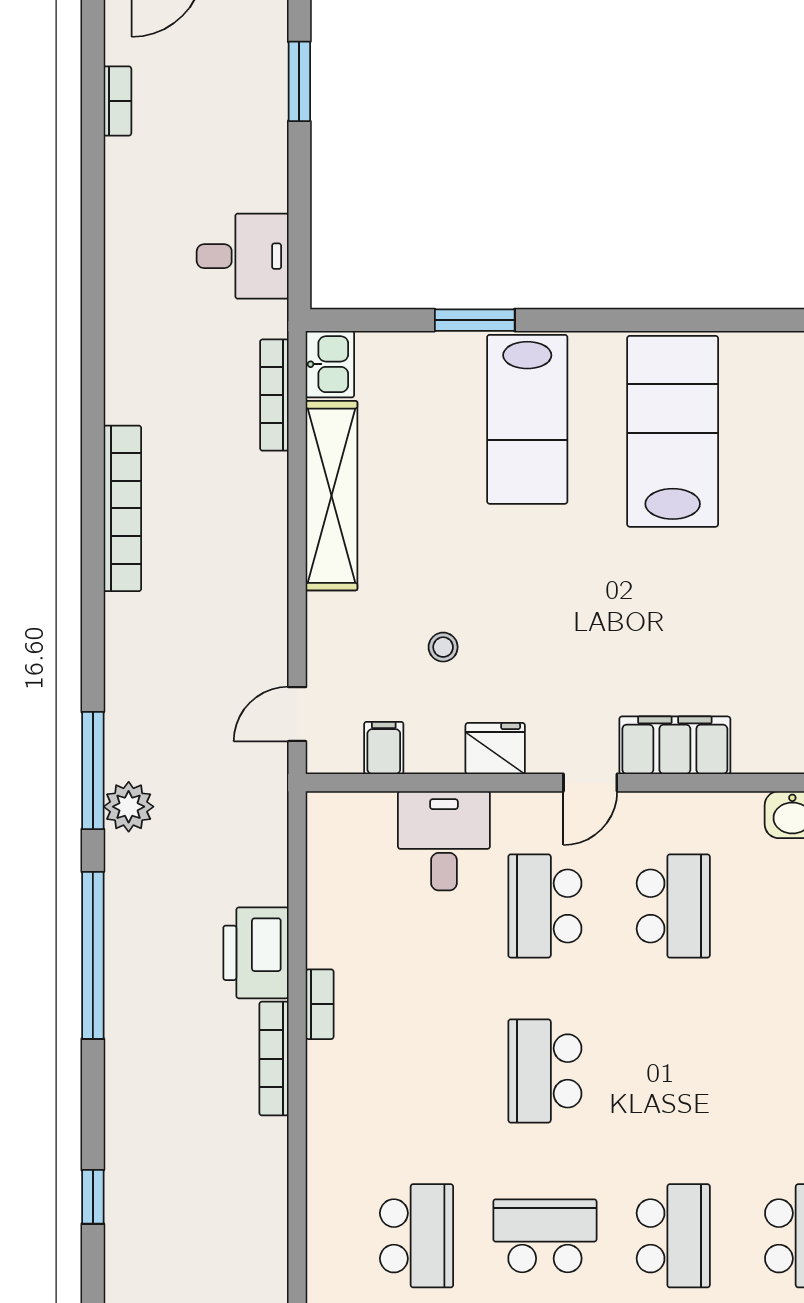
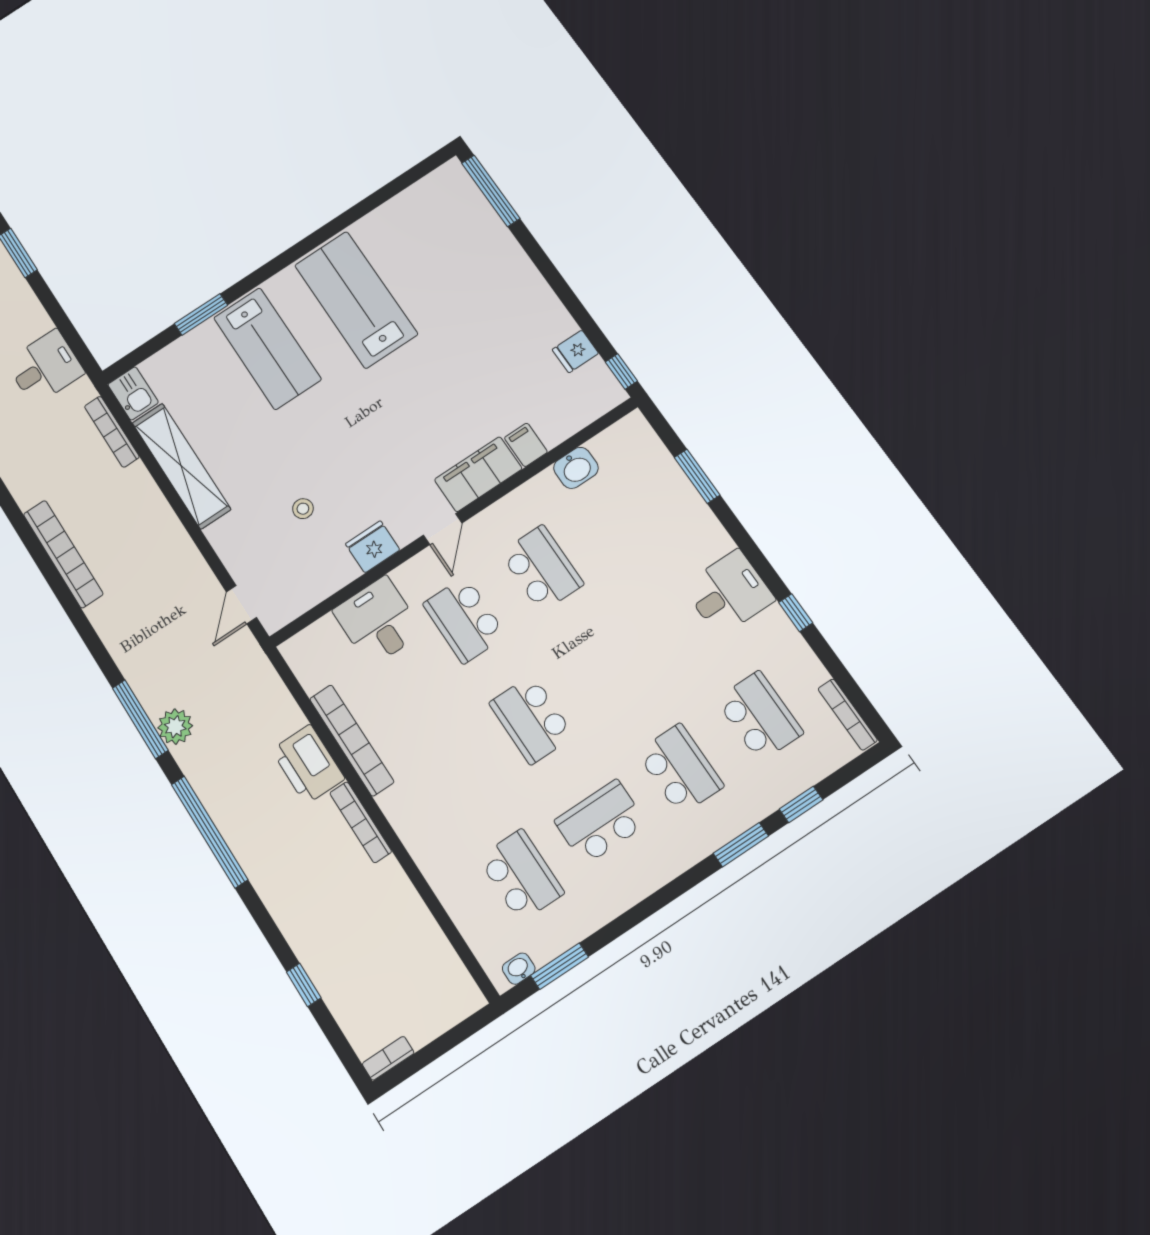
filing cabinet: (384, 748) -> (526, 445), moved
bookcase: (320, 1004) -> (352, 740), width x2.31, depth x1.31

